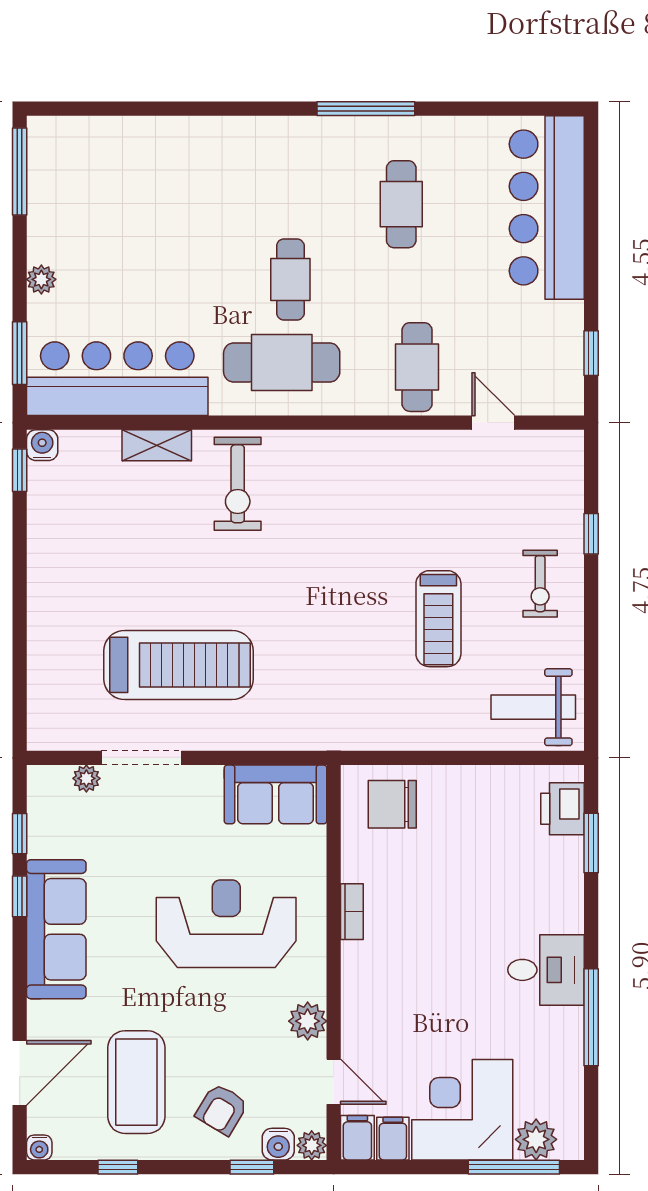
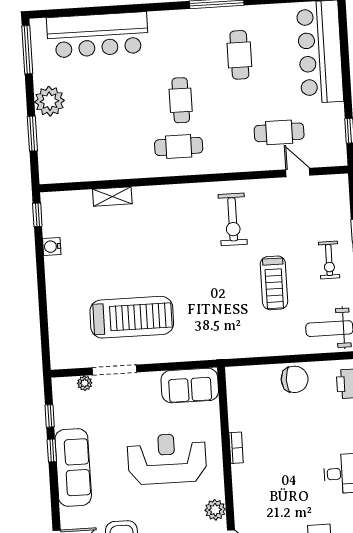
plant: (41, 279) -> (49, 101), width x1.88, depth x1.88
window: (20, 353) -> (32, 134), moved
cafe table: (282, 362) -> (179, 146), width x0.73, depth x0.74
cafe table: (417, 367) -> (279, 132), moved, turned 90
bar counter: (117, 379) -> (98, 35), moved, turned 180
water cooler: (42, 445) -> (52, 247), moved, turned -90
exercise bike: (238, 484) -> (233, 219), moved
chair: (392, 804) -> (295, 379), moved, turned 180

